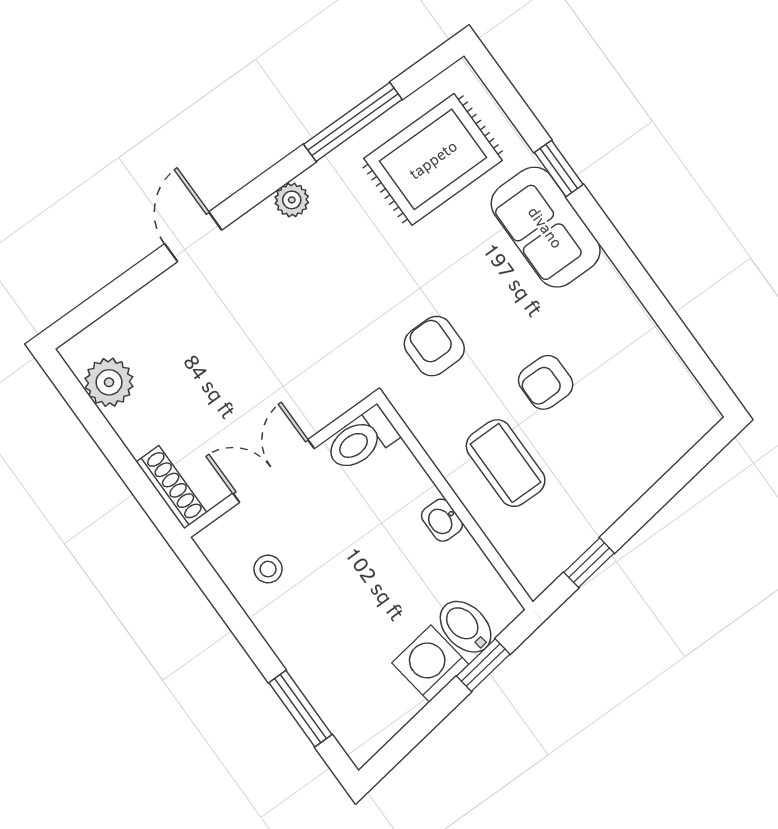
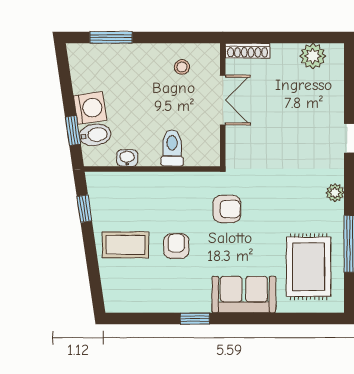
window: (559, 169) -> (195, 319), moved
toilet: (361, 440) -> (172, 148), moved
coffee table: (506, 463) -> (125, 245), moved
washbasin: (442, 520) -> (127, 158), moved

